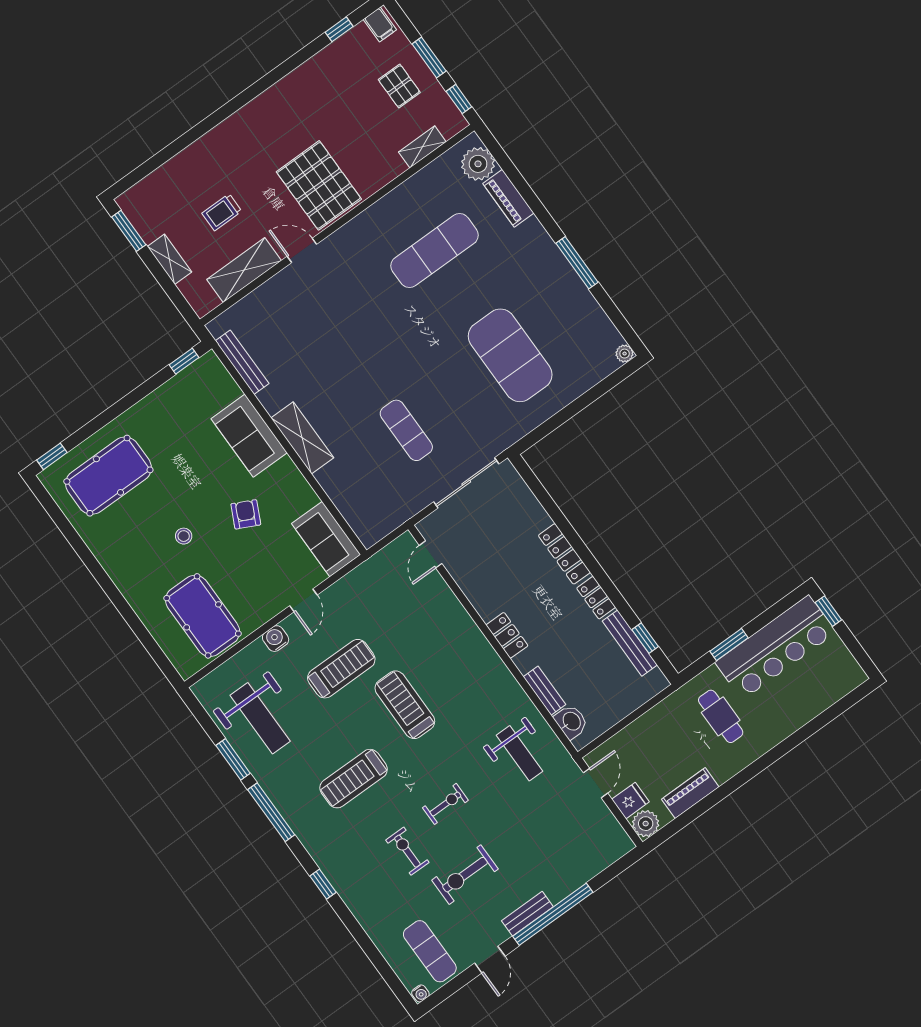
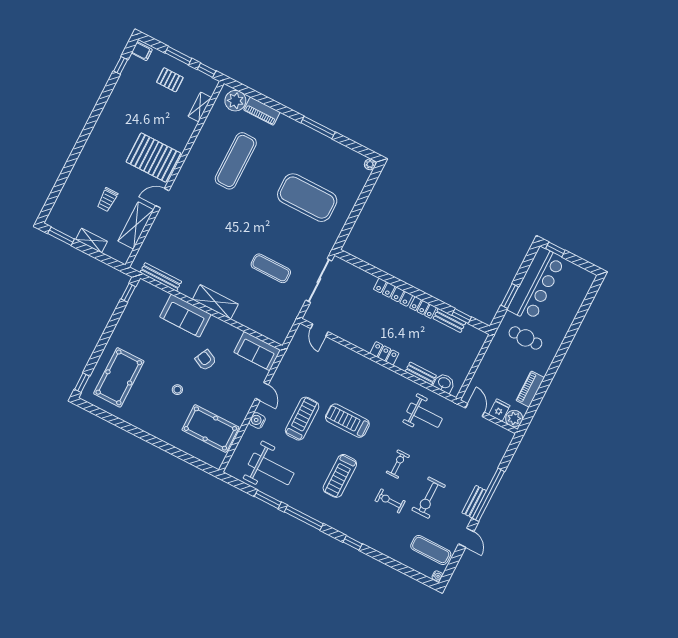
bench: (630, 643) -> (449, 320), width x0.73

